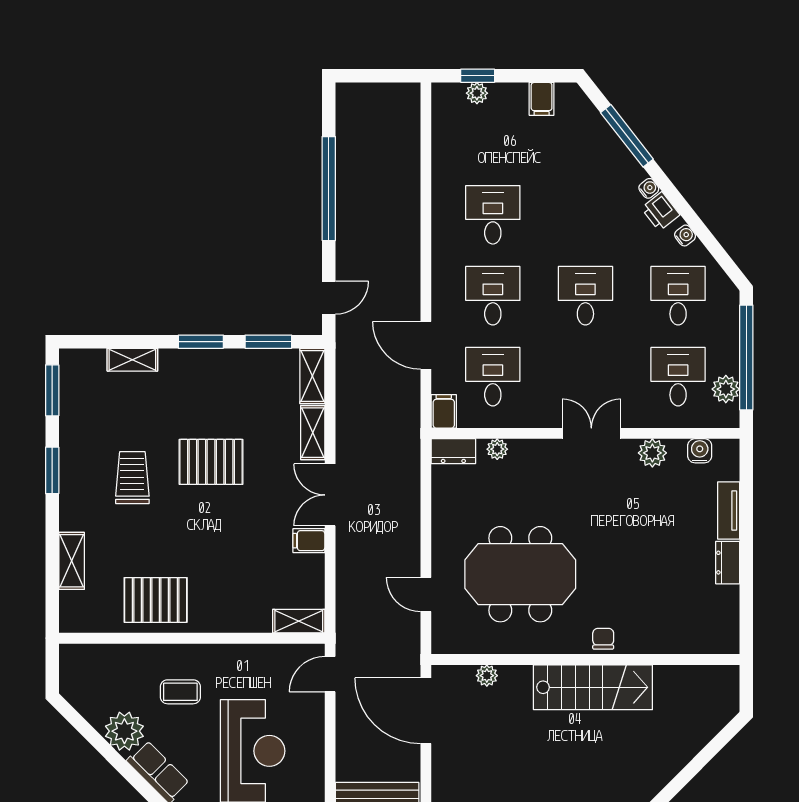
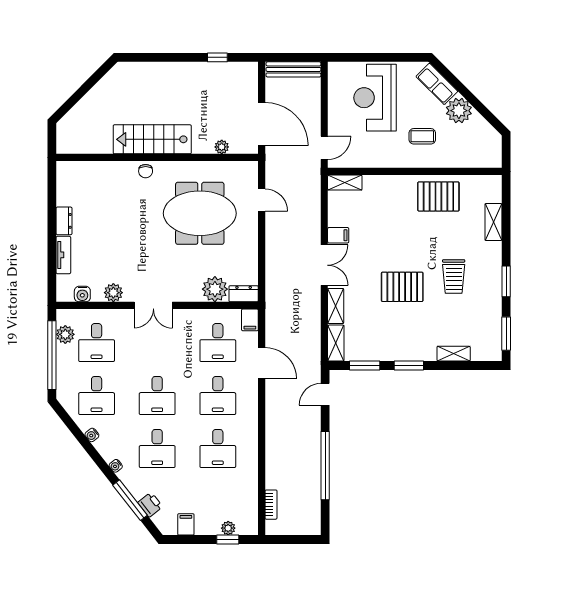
bookcase: (411, 129) -> (271, 505), added
printer: (661, 211) -> (150, 505), moved
desk: (585, 215) -> (157, 449), added
plant: (497, 449) -> (215, 289), width x1.88, depth x1.88

